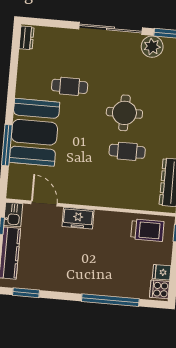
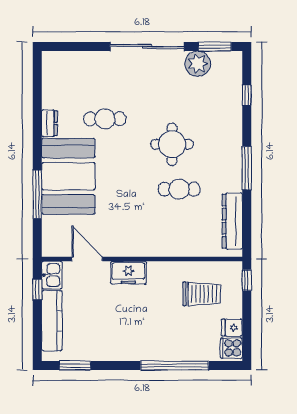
dresser: (27, 38) -> (49, 123), moved
trolley: (147, 230) -> (202, 294), moved

